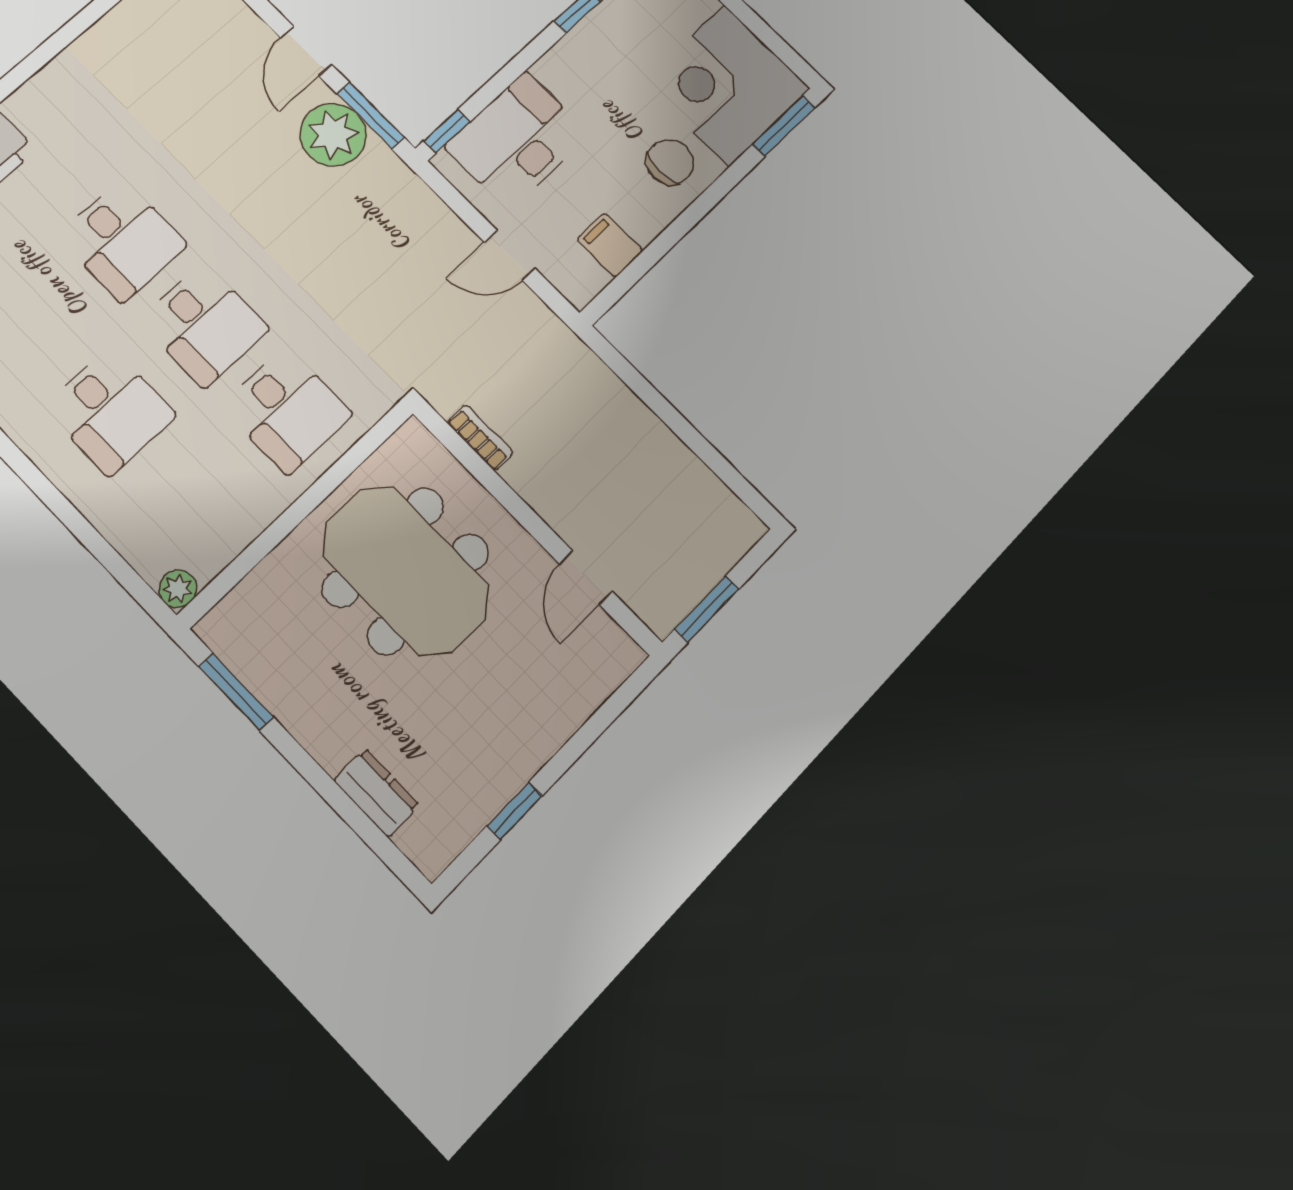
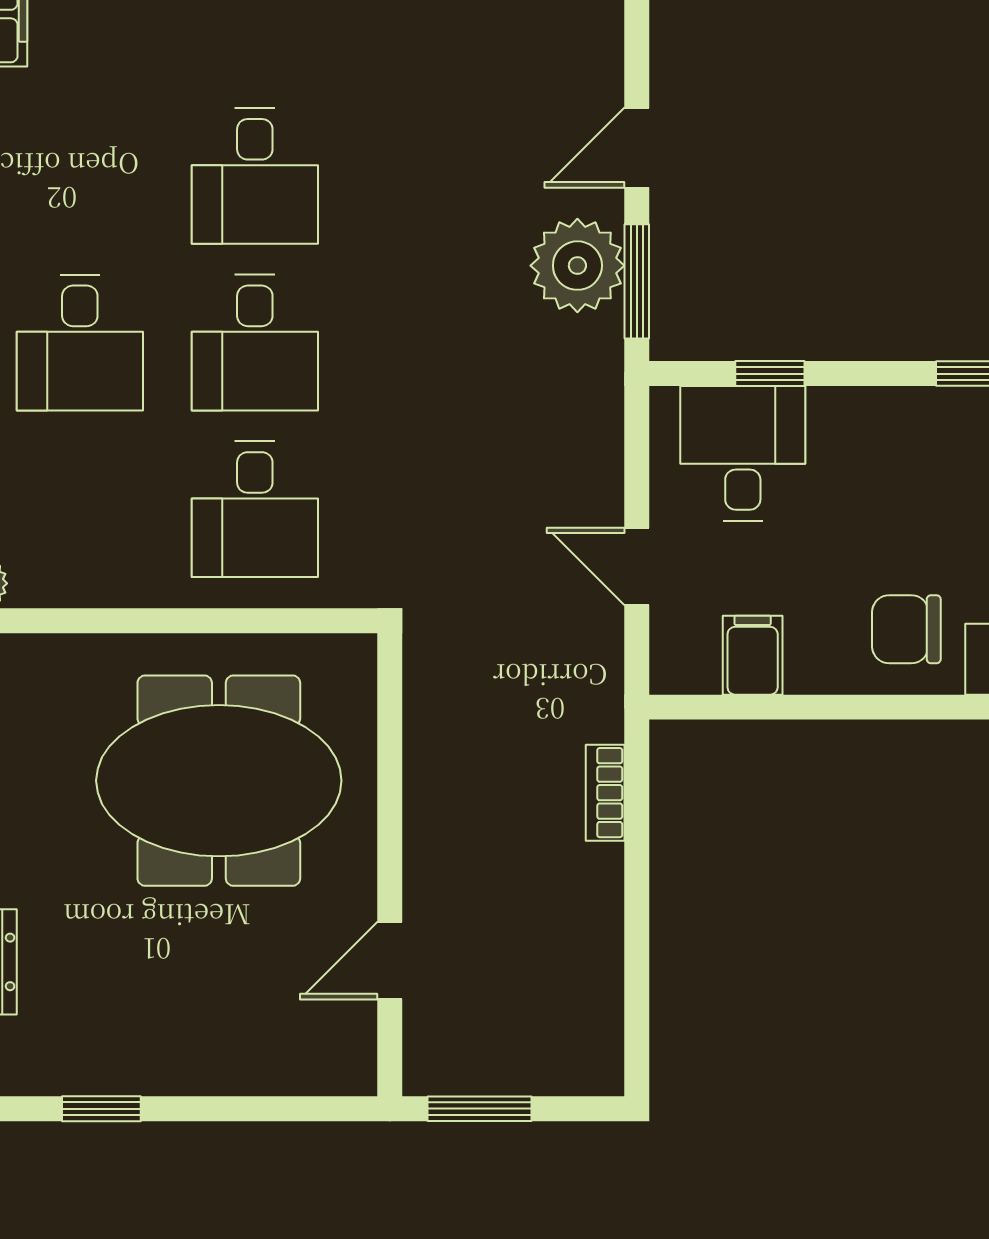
window: (447, 131) -> (770, 374), moved
desk: (517, 140) -> (743, 453), width x0.73
chair: (670, 162) -> (906, 629), turned 180
bookcase: (480, 438) -> (605, 793), moved, turned 180
meeting table: (406, 571) -> (219, 781), turned 90

